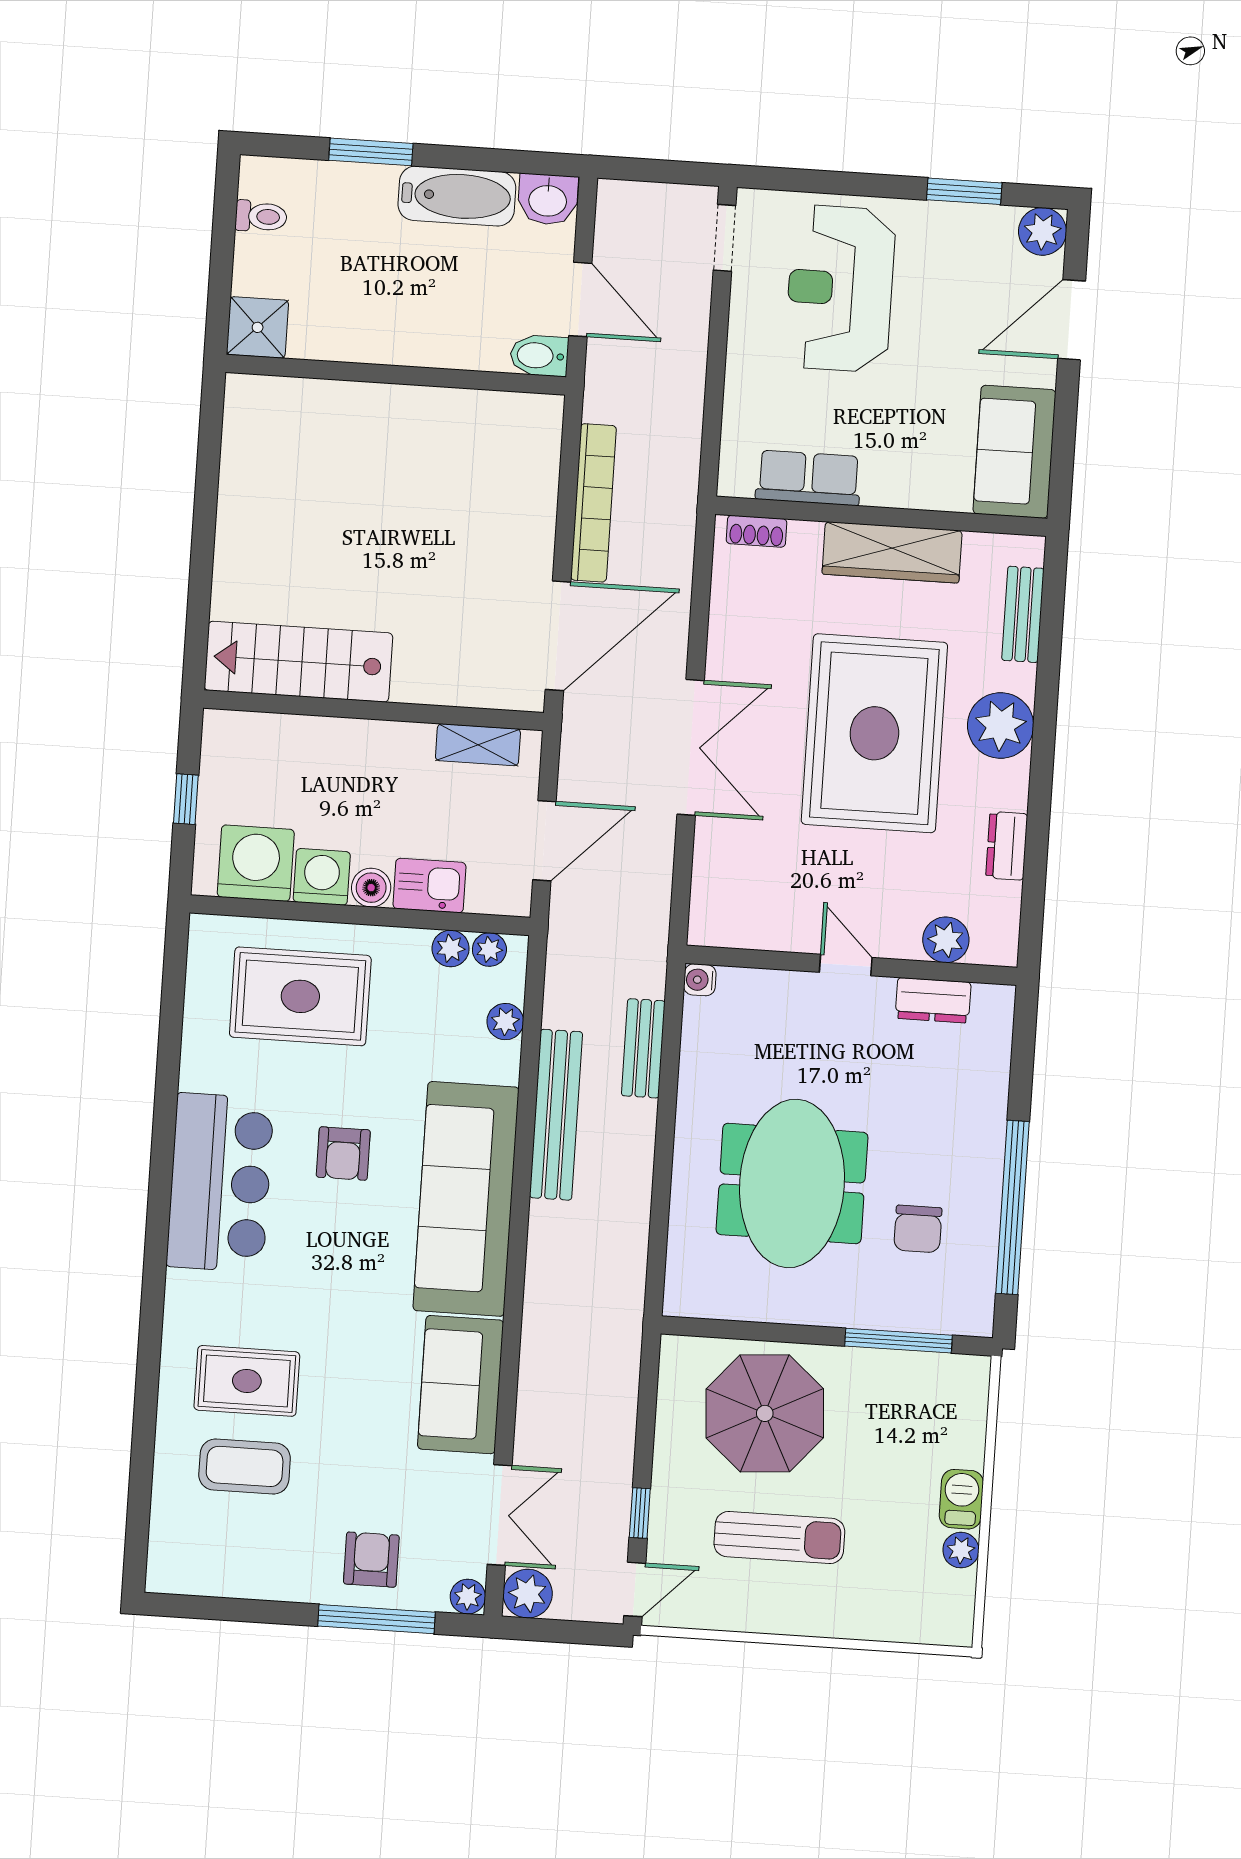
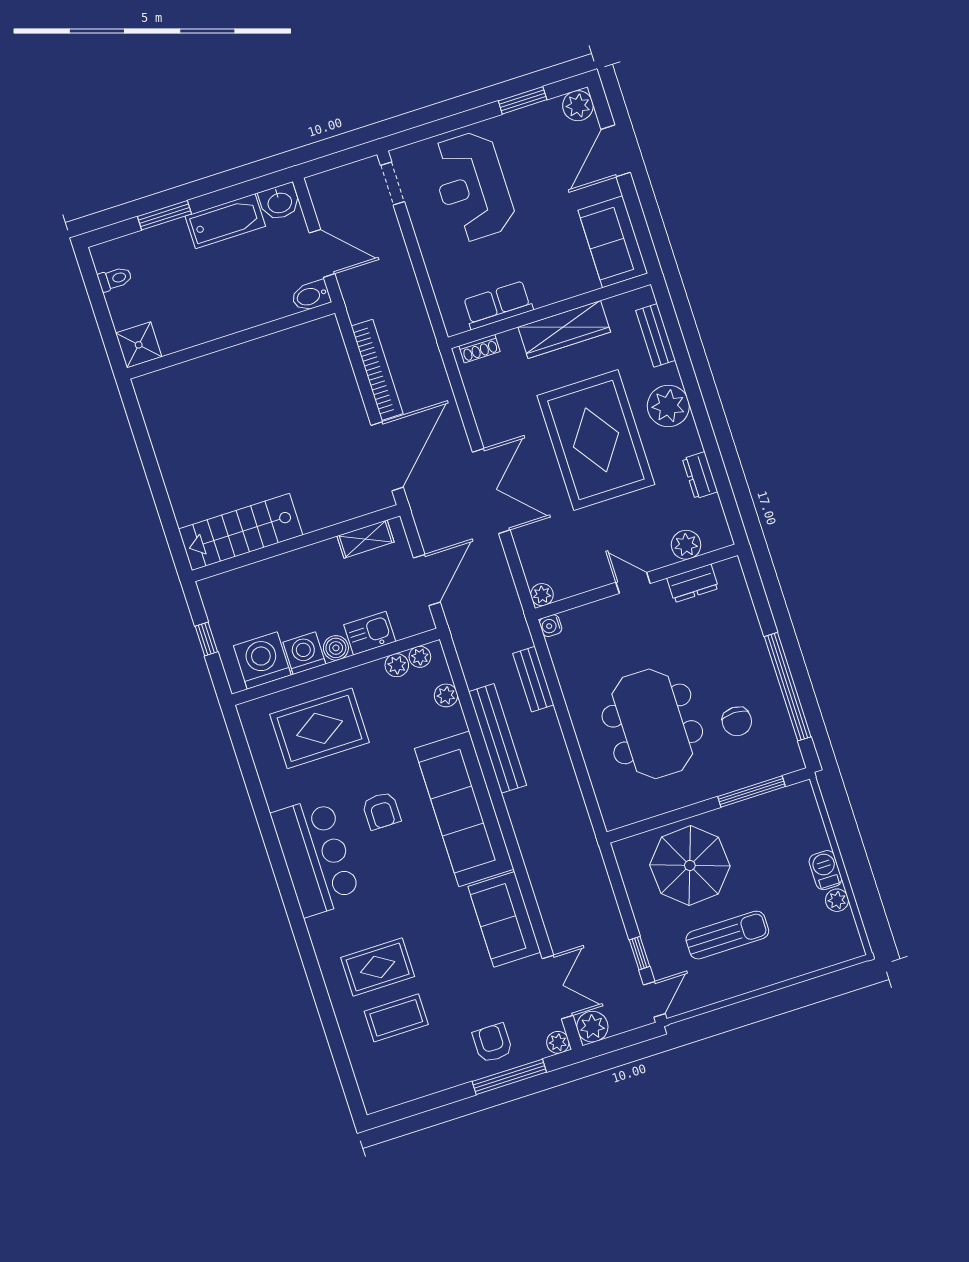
plant: (705, 929) -> (542, 595), added

